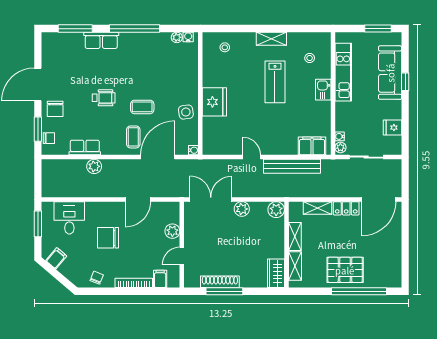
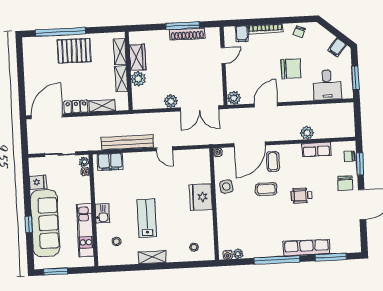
row of seats: (101, 40) -> (307, 248), width x1.48
sofa: (390, 73) -> (45, 223), width x1.36, depth x1.27
chair: (55, 109) -> (345, 183), turned 180
plant: (276, 210) -> (138, 79), moved
plant: (172, 231) -> (234, 98), moved
wardrobe: (276, 273) -> (137, 57), moved

